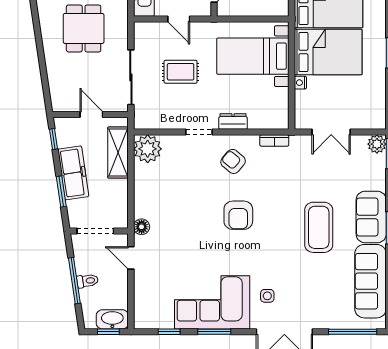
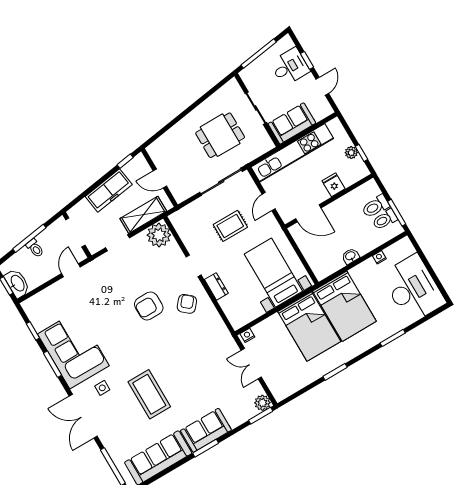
rug: (181, 72) -> (230, 226), turned 90
sliding door: (131, 77) -> (221, 182), moved
nightstand: (300, 83) -> (247, 335), moved
door: (91, 114) -> (160, 179), swing flipped
bookcase: (274, 140) -> (220, 325), removed
window: (61, 191) -> (90, 190), removed
doorway: (131, 195) -> (118, 243), added
armchair: (238, 215) -> (149, 306), moved
floor lamp: (142, 227) -> (99, 265), removed
coffee table: (319, 227) -> (149, 394), moved, turned 90

